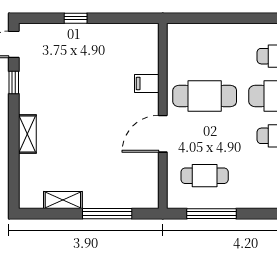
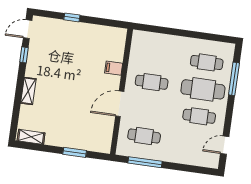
cafe table: (205, 96) -> (152, 82), width x0.73, depth x0.74
shelving: (63, 200) -> (31, 137), moved
window: (107, 214) -> (75, 152), width x0.69

